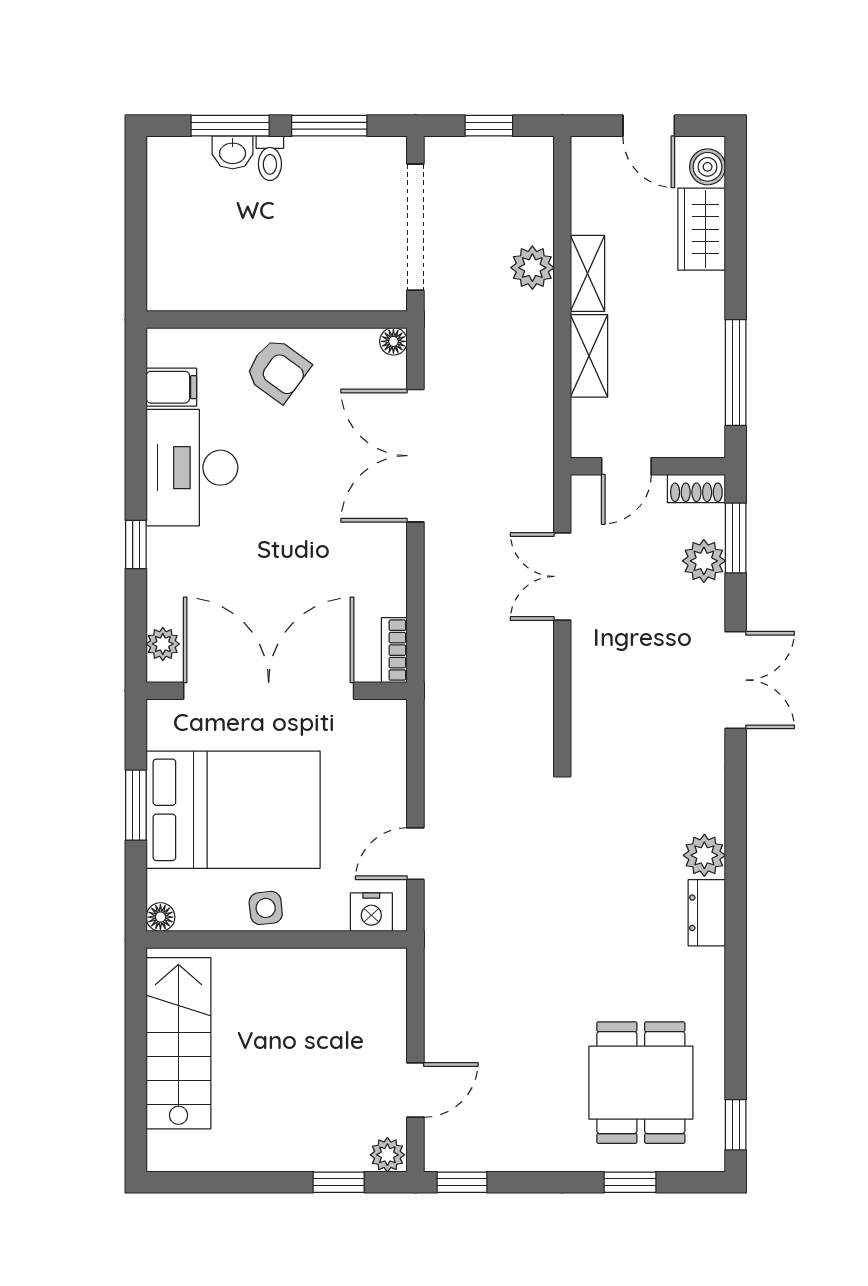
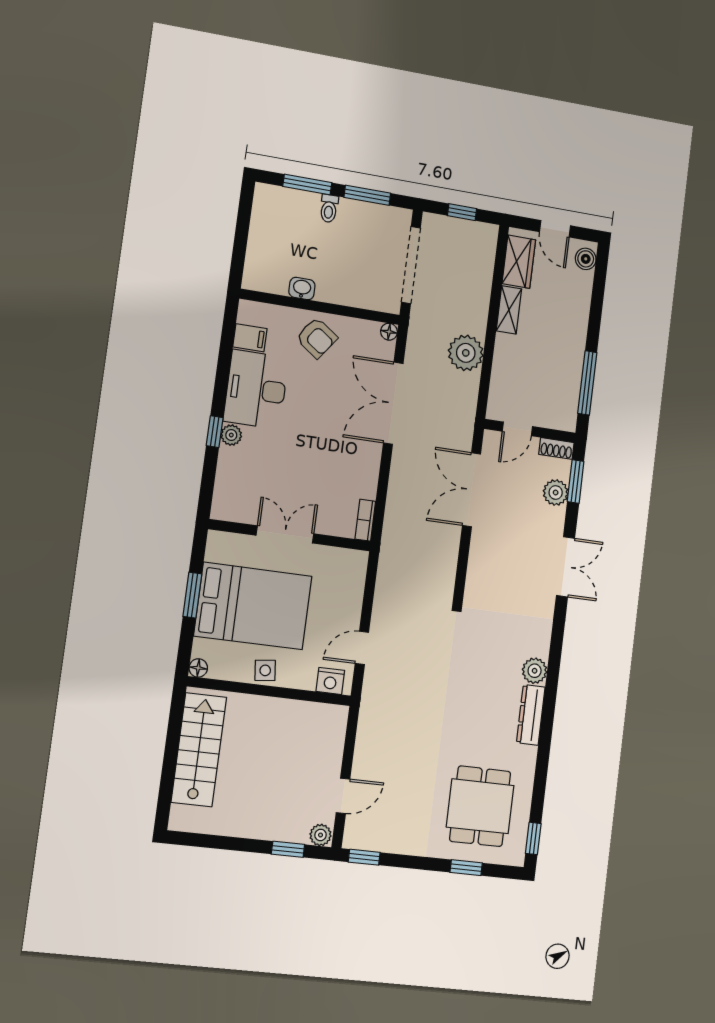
washbasin: (233, 152) -> (302, 288), moved, turned 180
wardrobe: (702, 229) -> (519, 262), moved, turned 180
plant: (532, 268) -> (466, 353), moved, width x1.36, depth x1.36
shelving: (589, 356) -> (504, 359), removed
double door: (562, 576) -> (472, 490), width x1.37
plant: (163, 644) -> (231, 435), moved
double door: (269, 691) -> (285, 534), width x0.54
dresser: (707, 913) -> (531, 715), width x1.44

